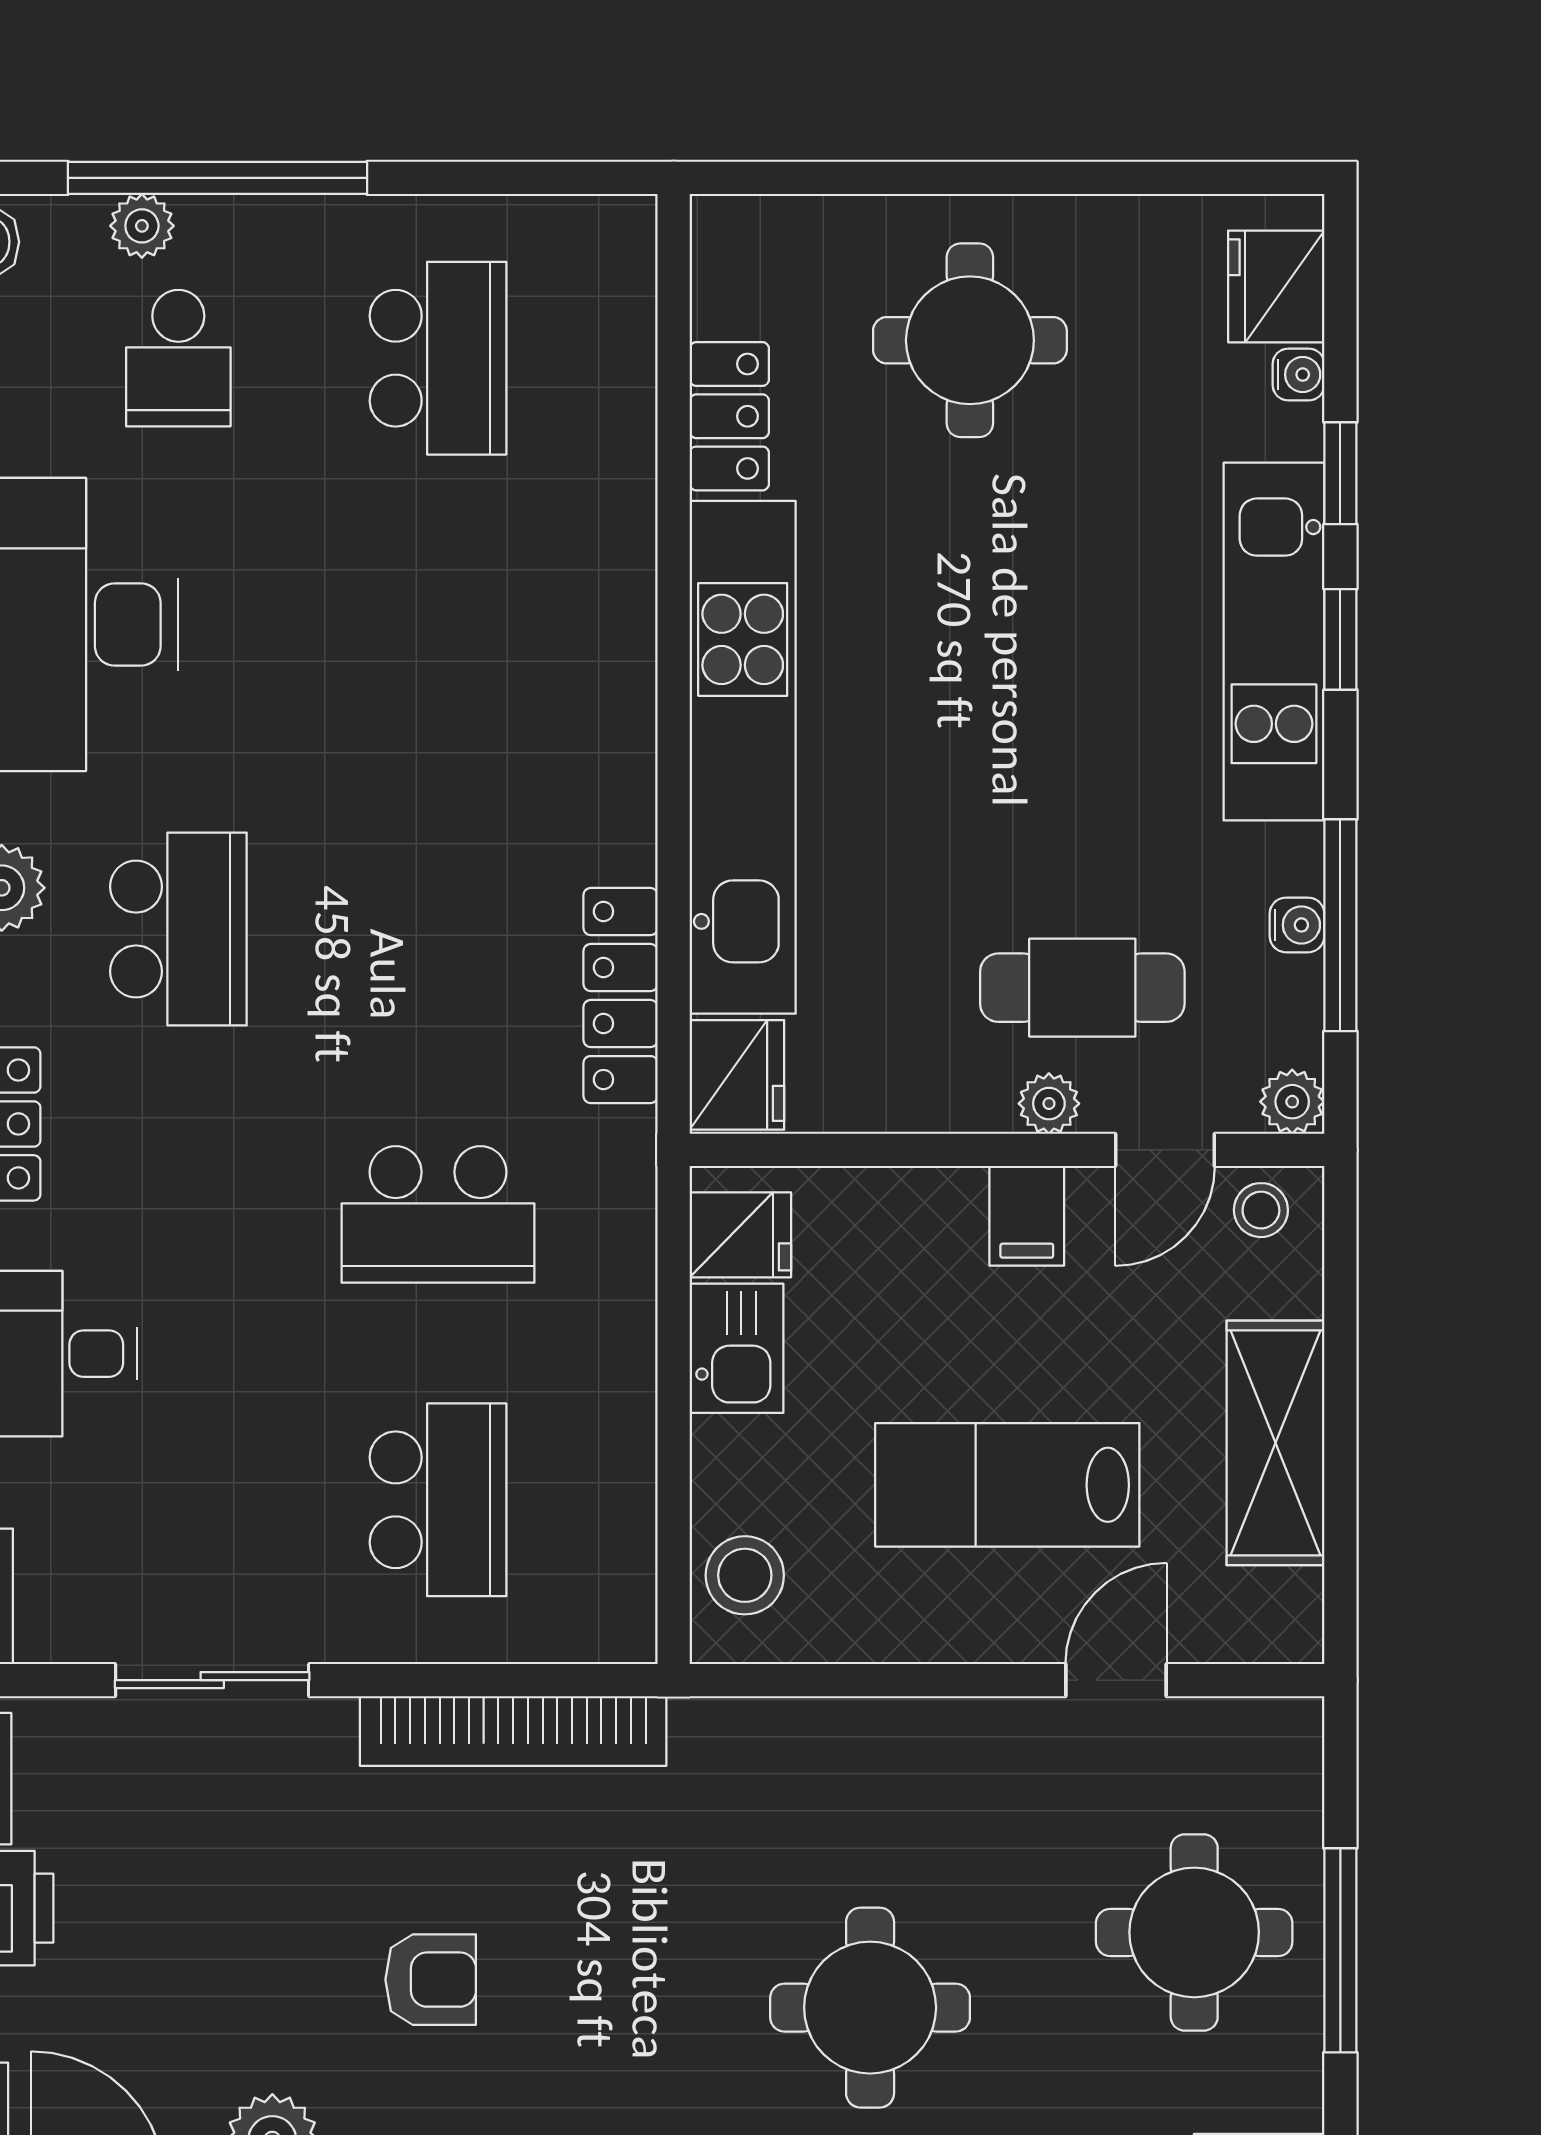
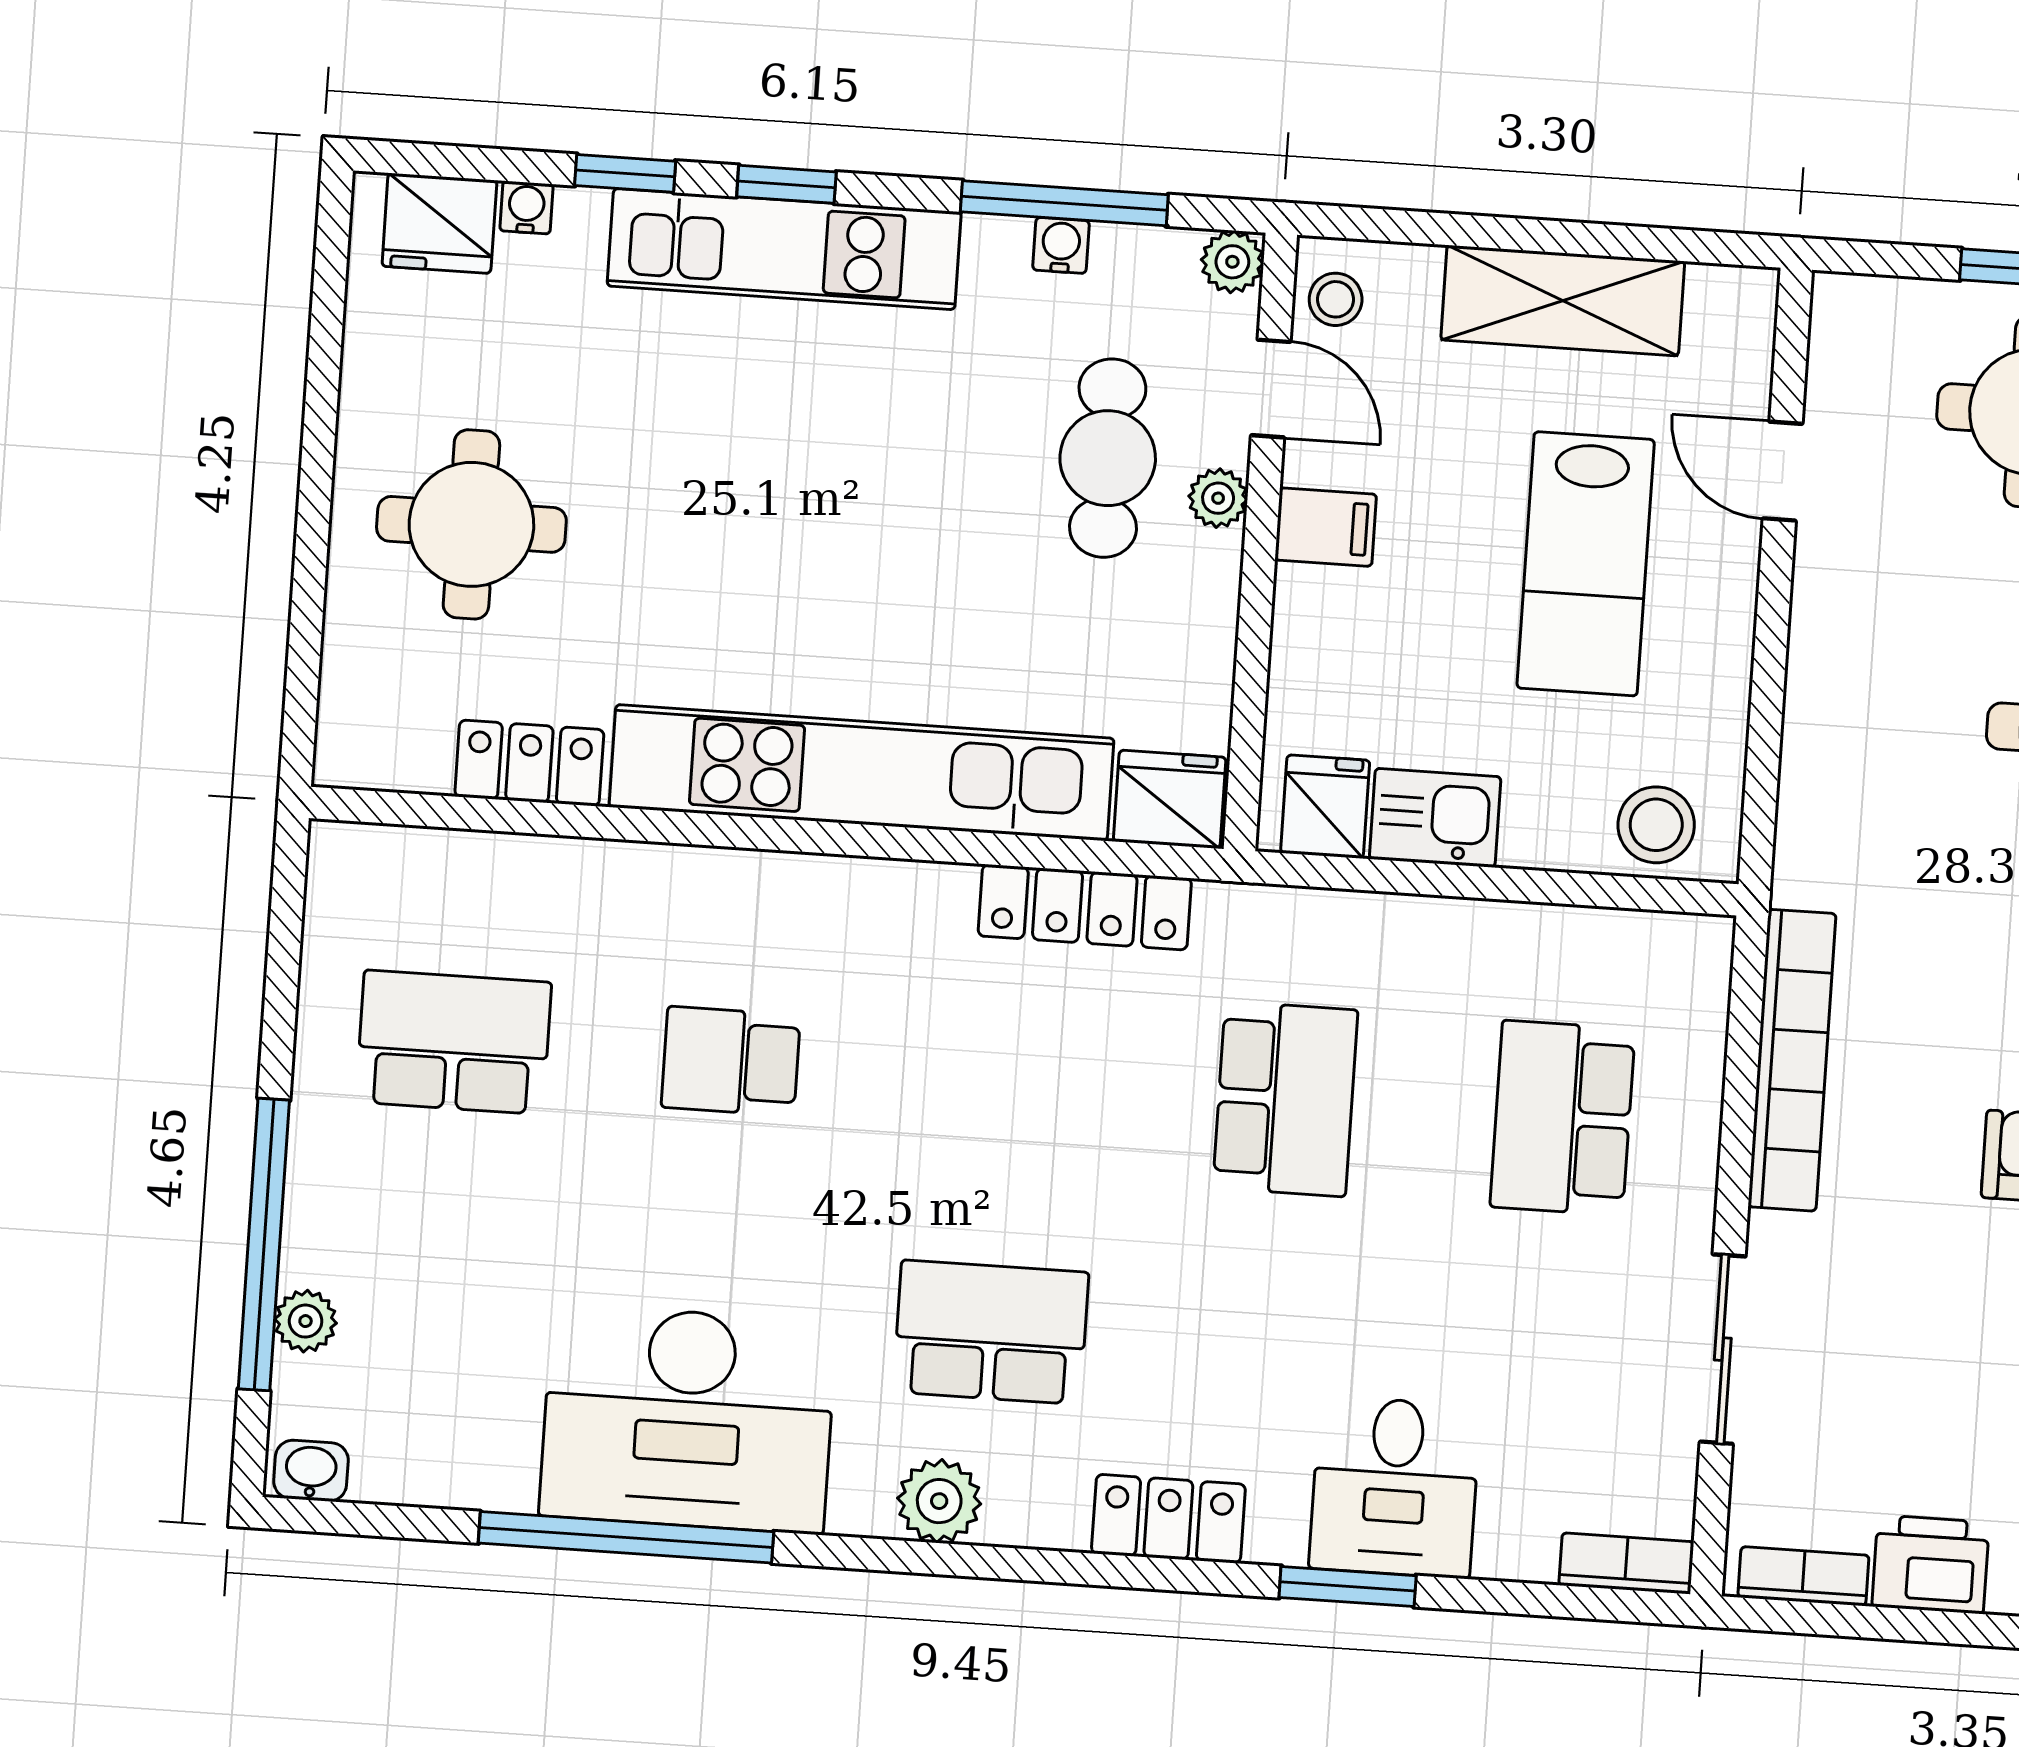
school desk: (178, 358) -> (731, 1061), moved, turned 180
school desk: (438, 1500) -> (1563, 1118), turned -90

